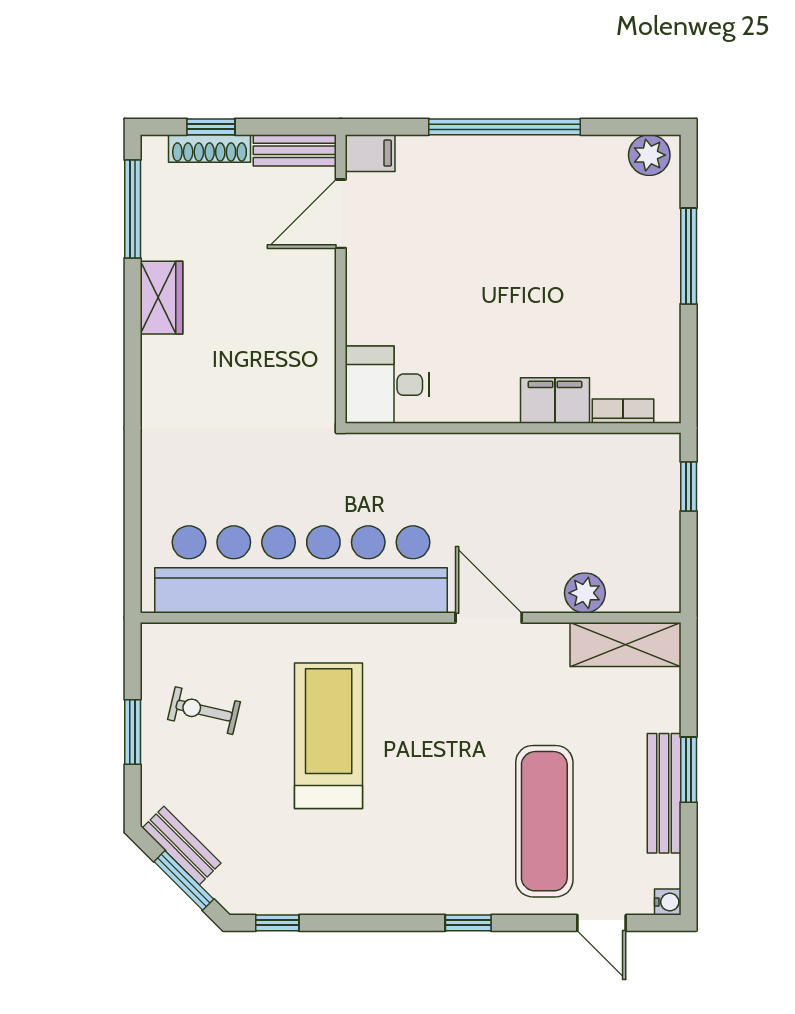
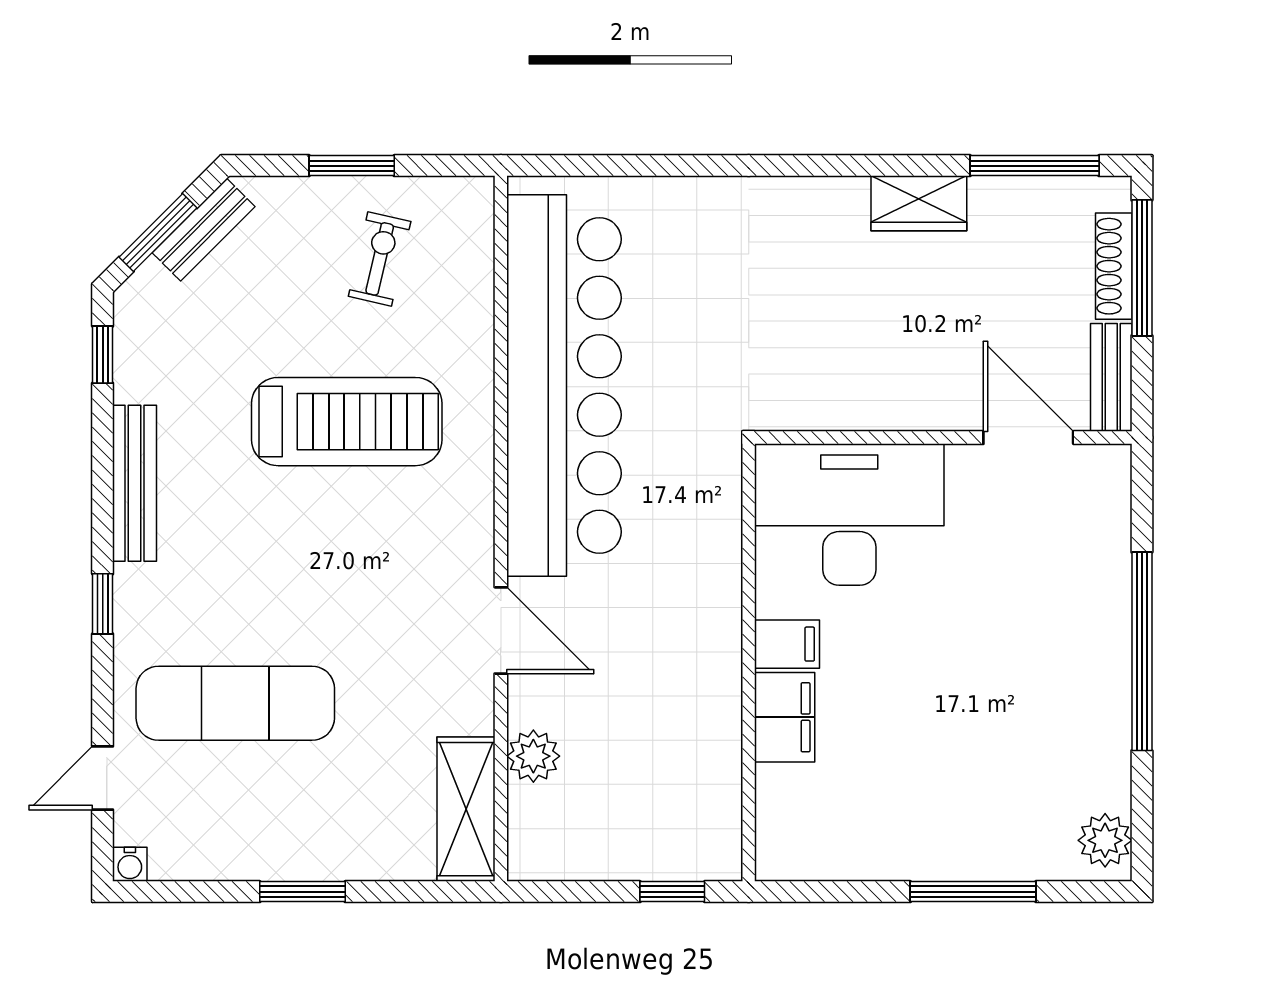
window: (211, 127) -> (1142, 268), width x2.17
filing cabinet: (370, 153) -> (787, 644), moved, turned -90
desk: (387, 385) -> (849, 514), width x1.87, depth x1.30
bookcase: (623, 411) -> (771, 806), removed
door: (489, 618) -> (501, 630), hinge flipped
bench: (664, 793) -> (135, 483), moved, turned 90

